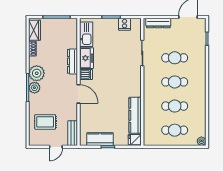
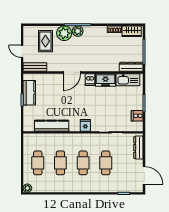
dresser: (72, 61) -> (131, 67), moved
plant: (37, 73) -> (64, 33), moved
fridge: (135, 140) -> (85, 125), moved

